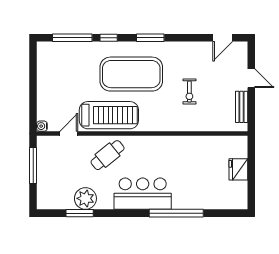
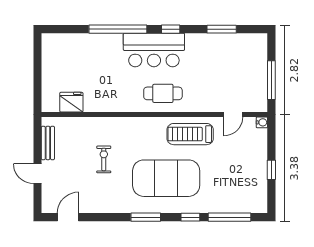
window: (33, 82) -> (271, 170), added
treadmill: (109, 115) -> (190, 134), width x0.73, depth x0.73
cafe table: (108, 155) -> (163, 93), moved, turned 39
fridge: (238, 169) -> (71, 102), moved, turned -90
plant: (85, 198) -> (215, 45), removed
window: (127, 213) -> (171, 29), added

